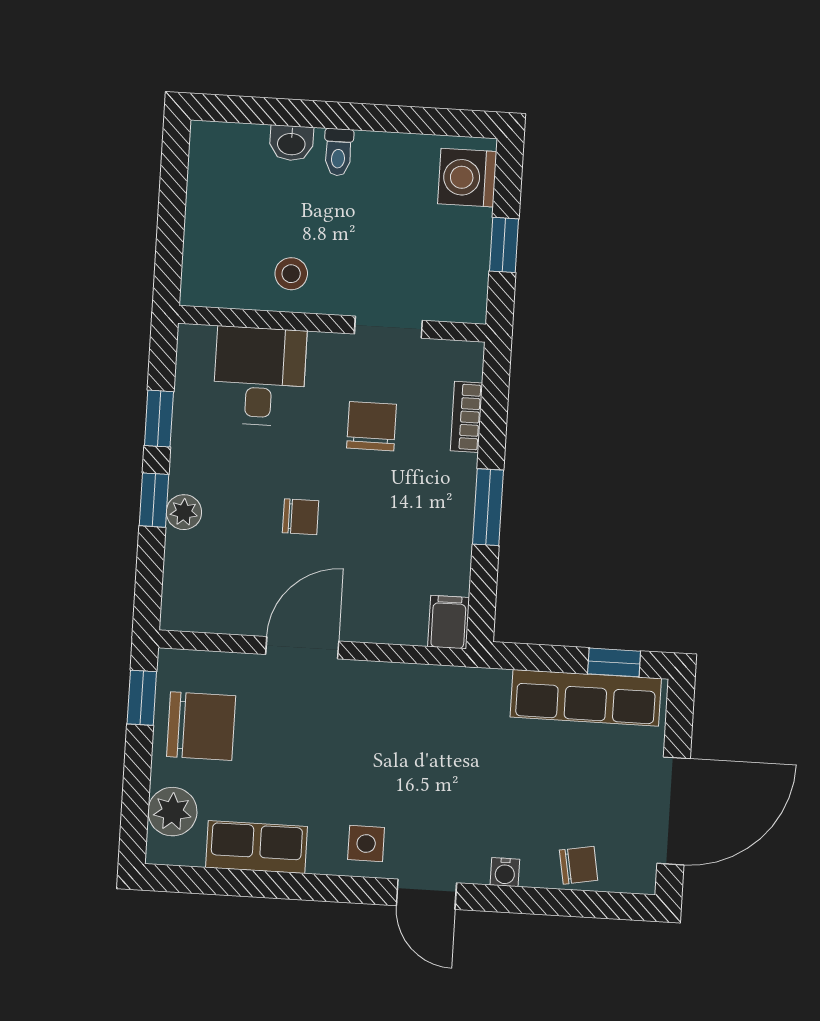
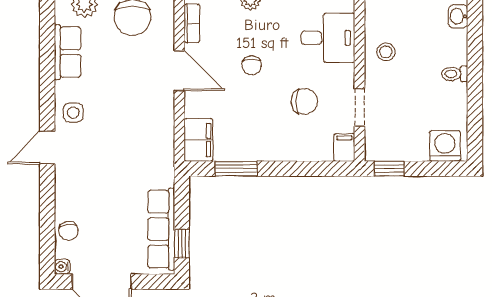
washbasin: (291, 143) -> (458, 16), moved
window: (504, 245) -> (389, 169), moved
filing cabinet: (459, 359) -> (344, 148), added
bookcase: (467, 417) -> (192, 23), moved, turned 90
window: (488, 507) -> (236, 169), moved
filing cabinet: (449, 622) -> (198, 140), width x2.00
water cooler: (505, 872) -> (62, 267), moved

